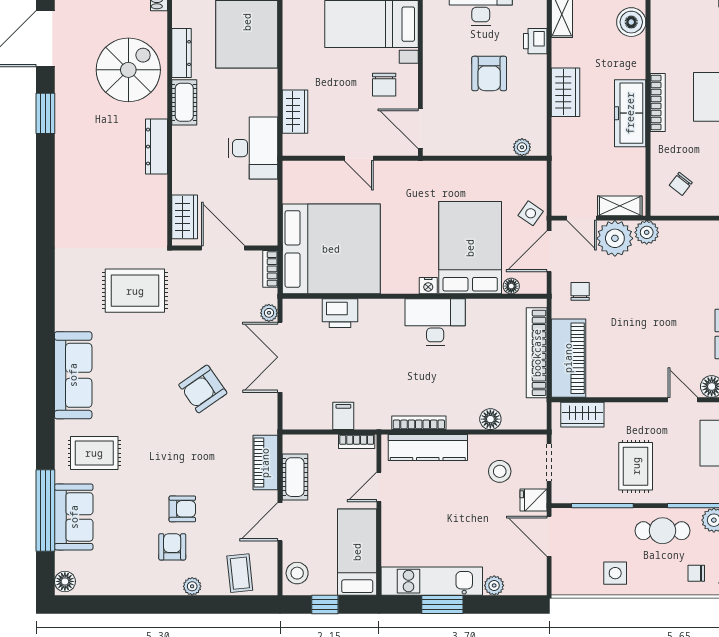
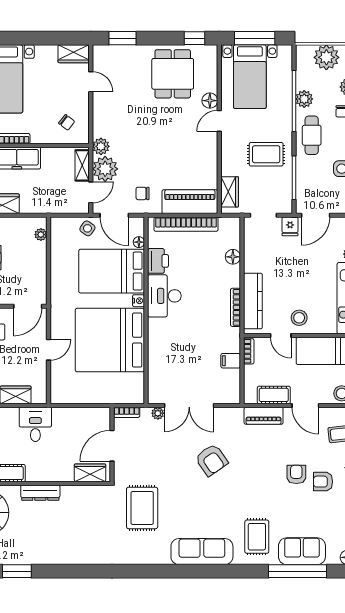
desk: (253, 148) -> (35, 424), width x0.73
bed: (331, 249) -> (110, 340), moved, turned -90
printer: (340, 313) -> (158, 261), moved
stool: (500, 471) -> (299, 318), moved

